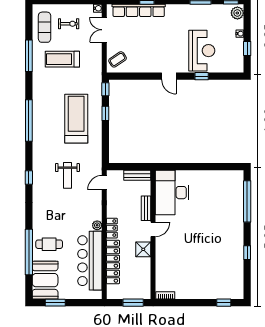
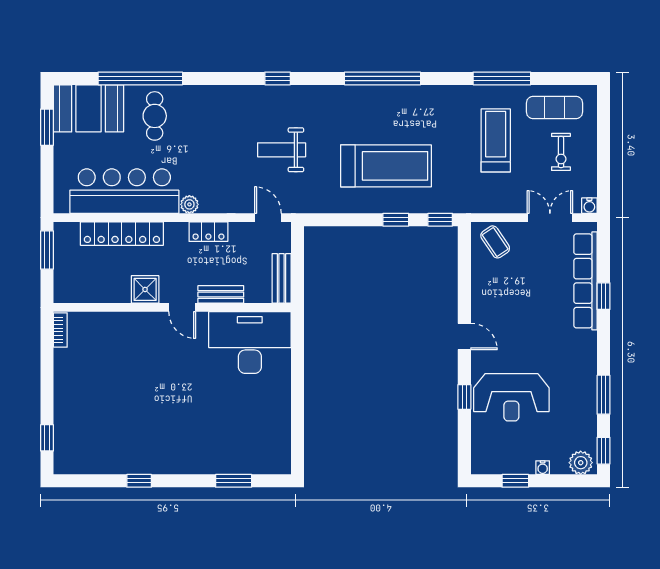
door: (169, 76) -> (464, 337), swing flipped
window: (247, 201) -> (234, 481), width x0.47
locker: (112, 228) -> (208, 232), moved
window: (133, 303) -> (47, 250), moved

